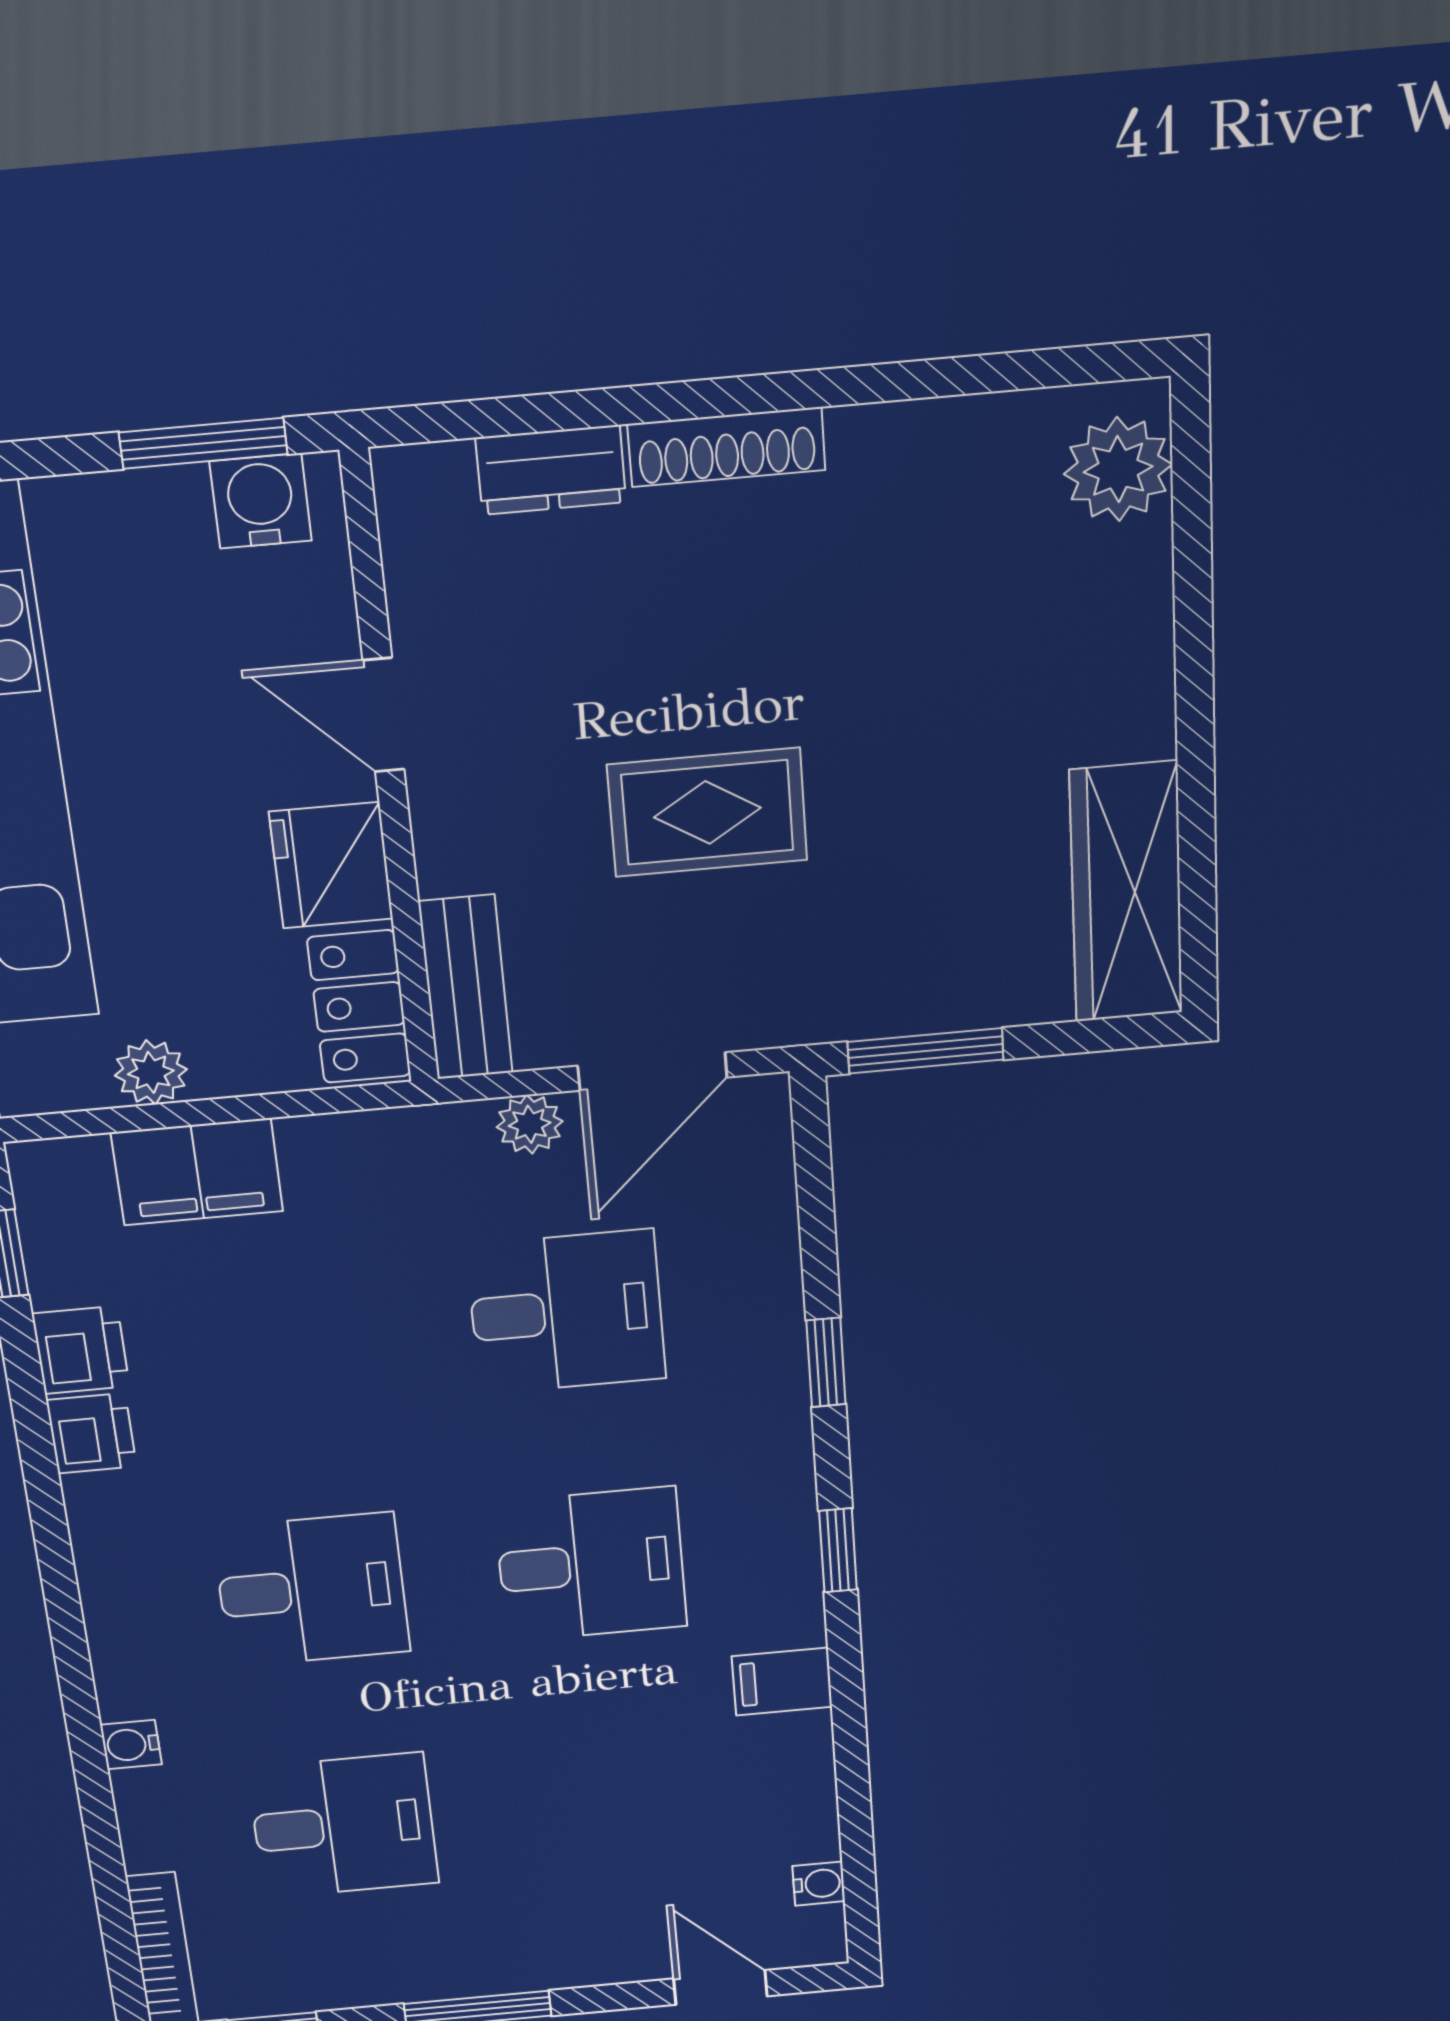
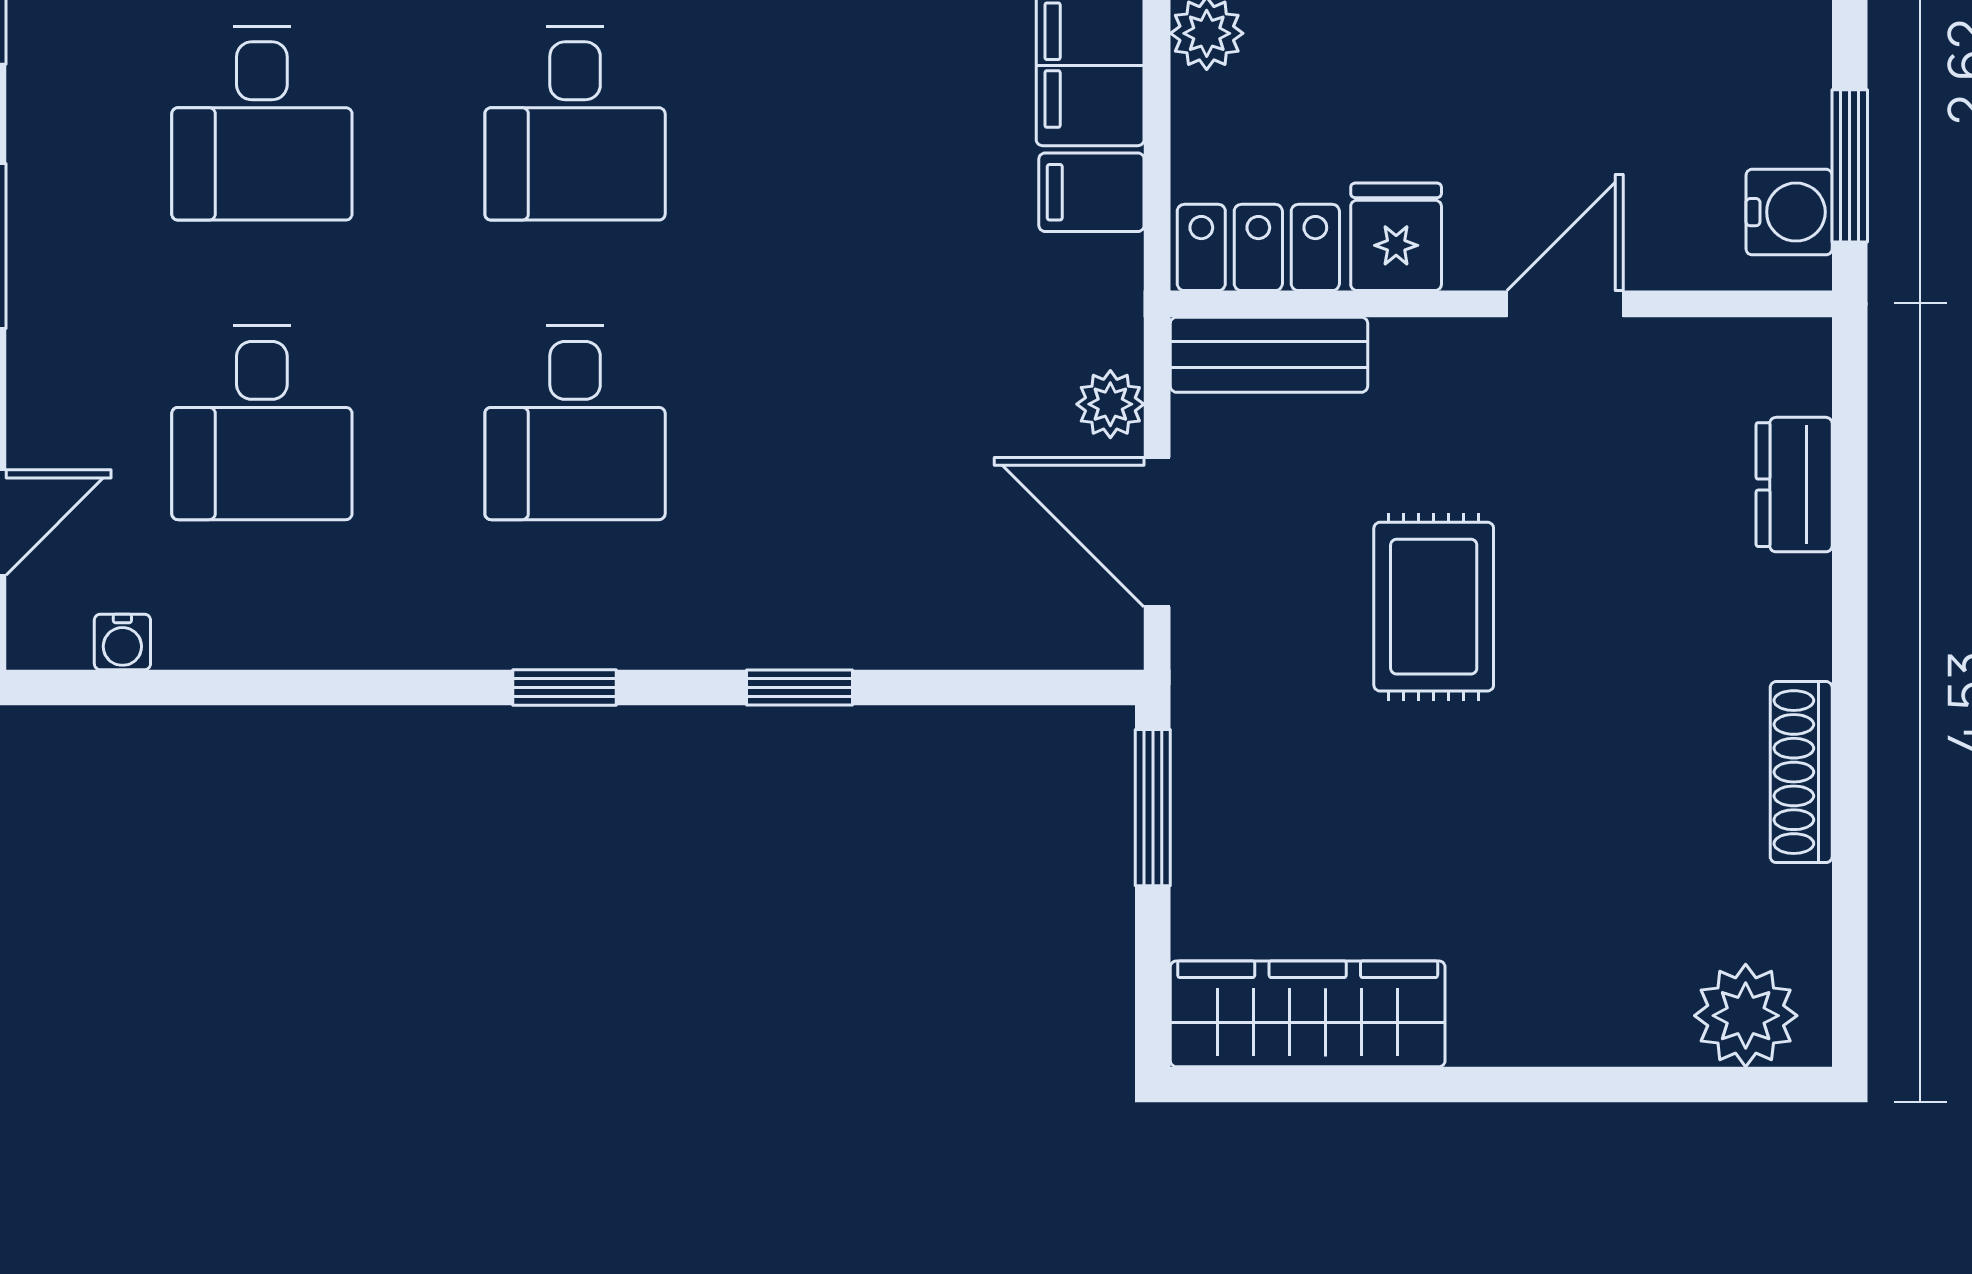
shoe rack: (727, 447) -> (1801, 772), moved
fridge: (331, 865) -> (1396, 237), width x0.72
desk: (566, 1312) -> (262, 423), moved
filing cabinet: (782, 1682) -> (1091, 192), moved, turned -90

